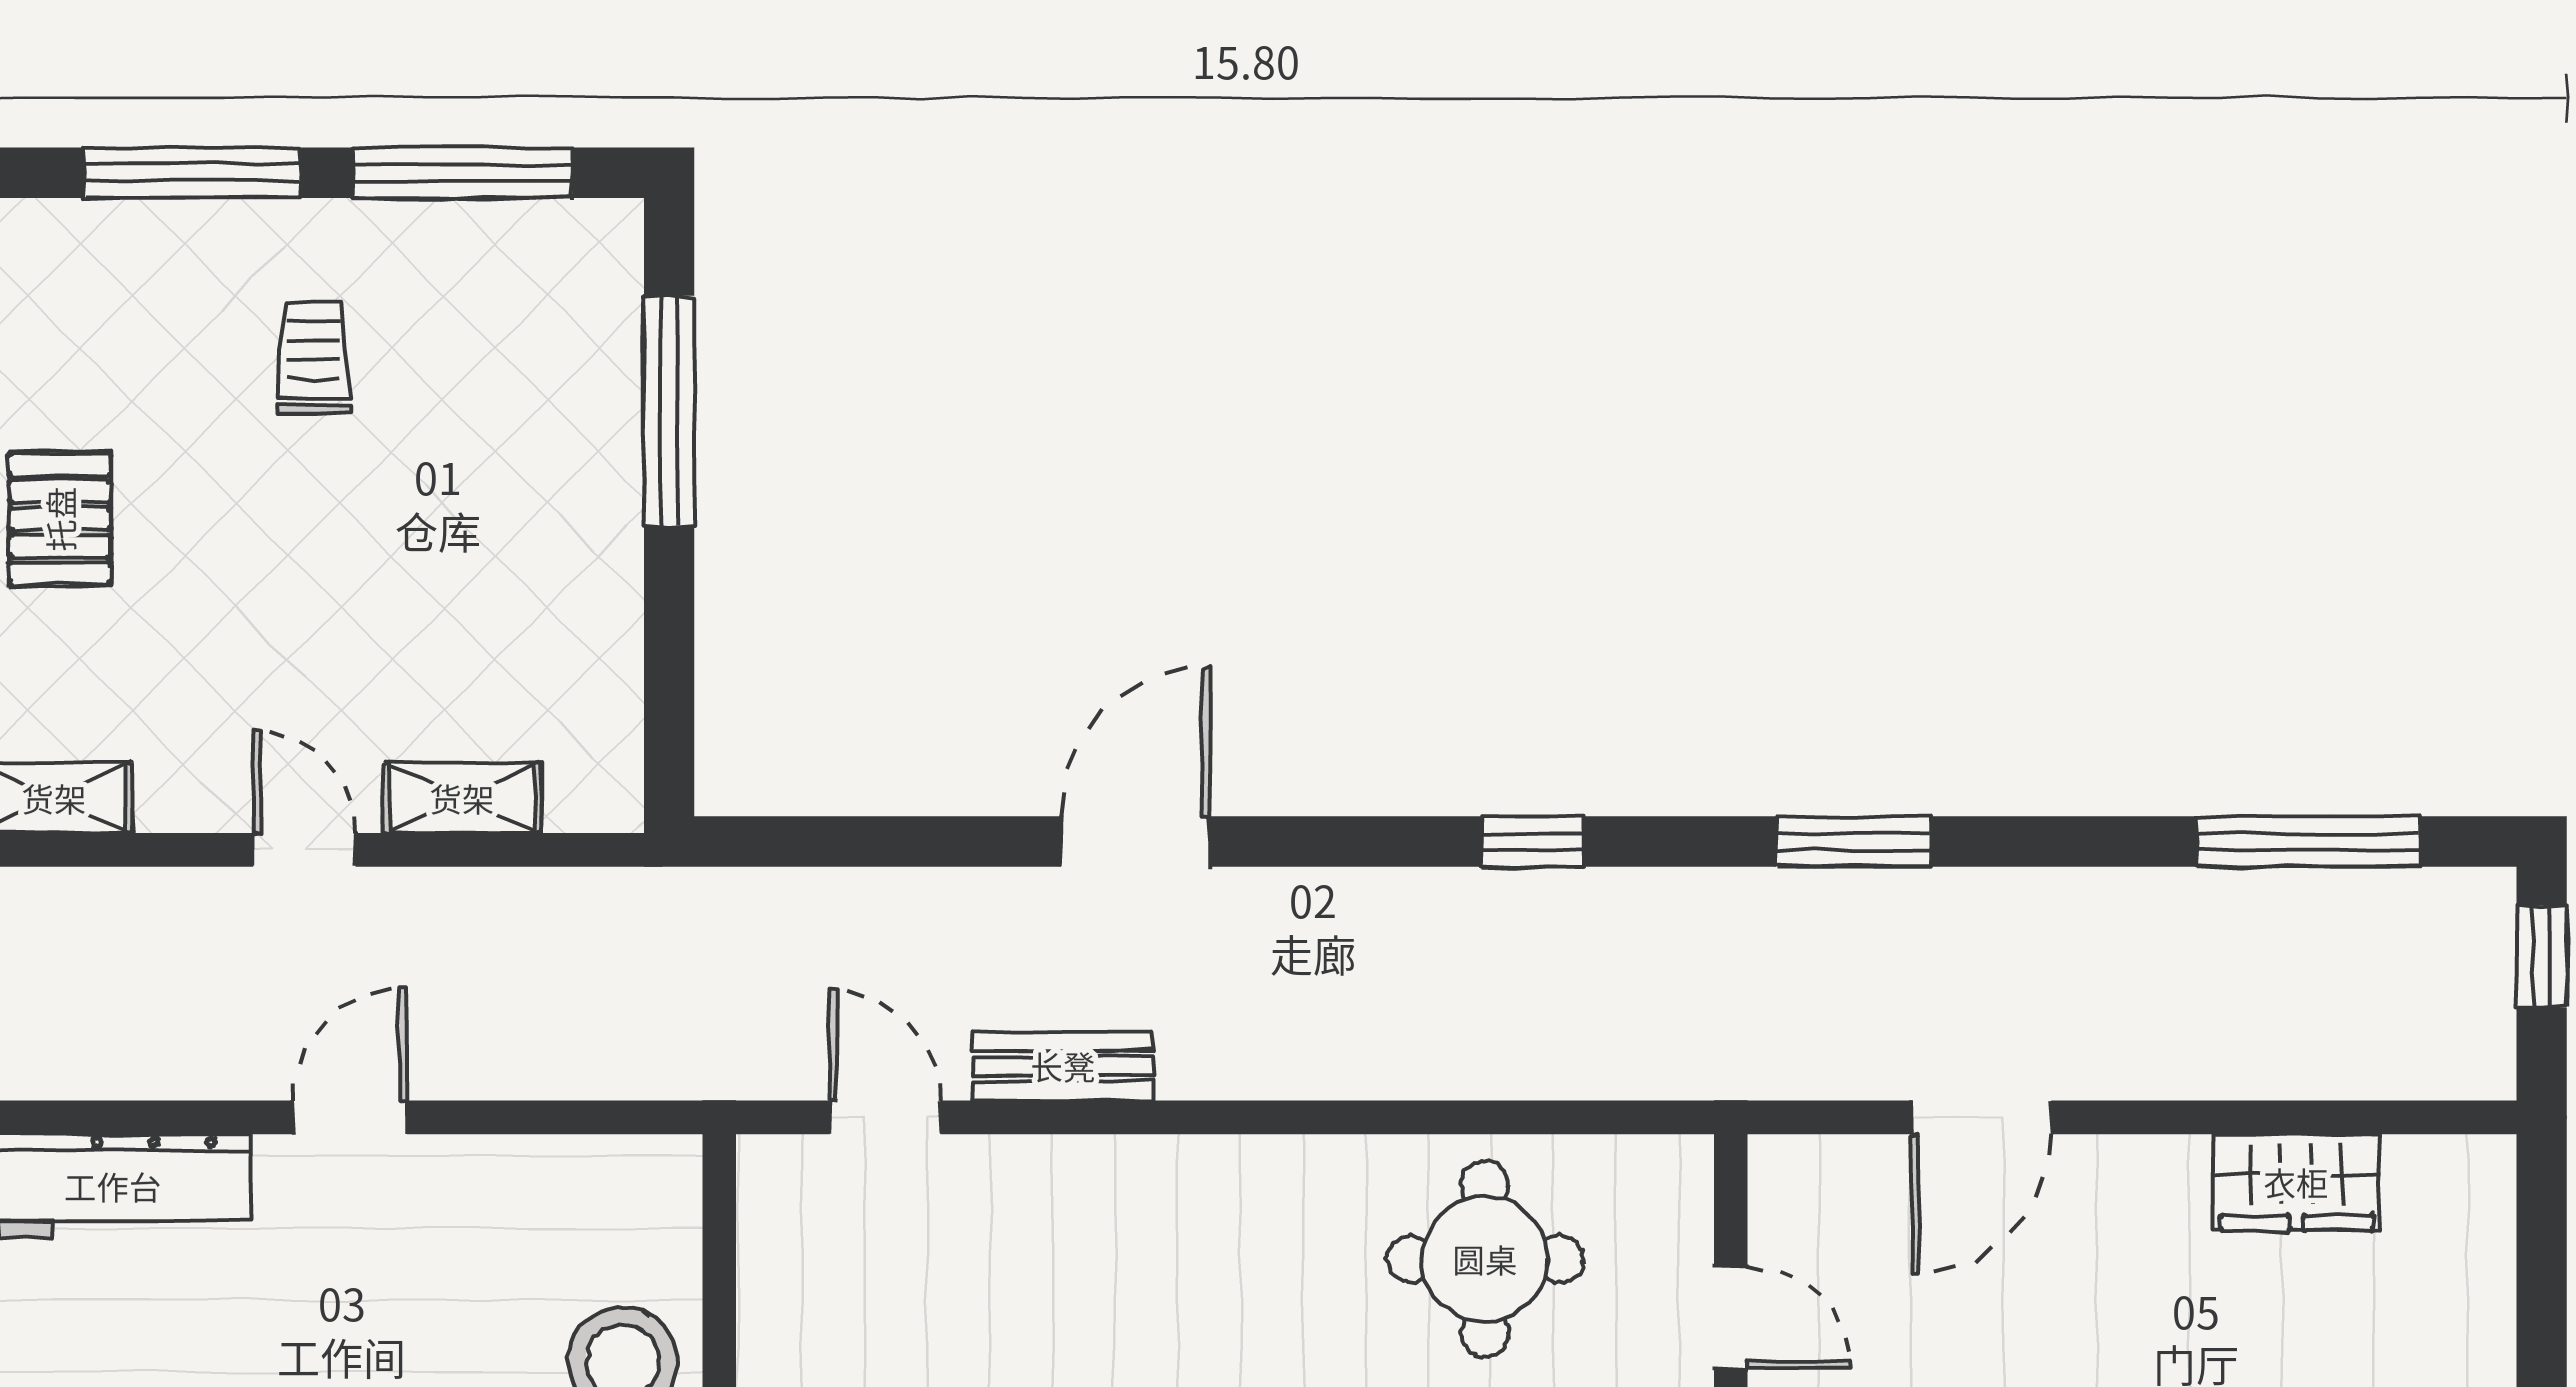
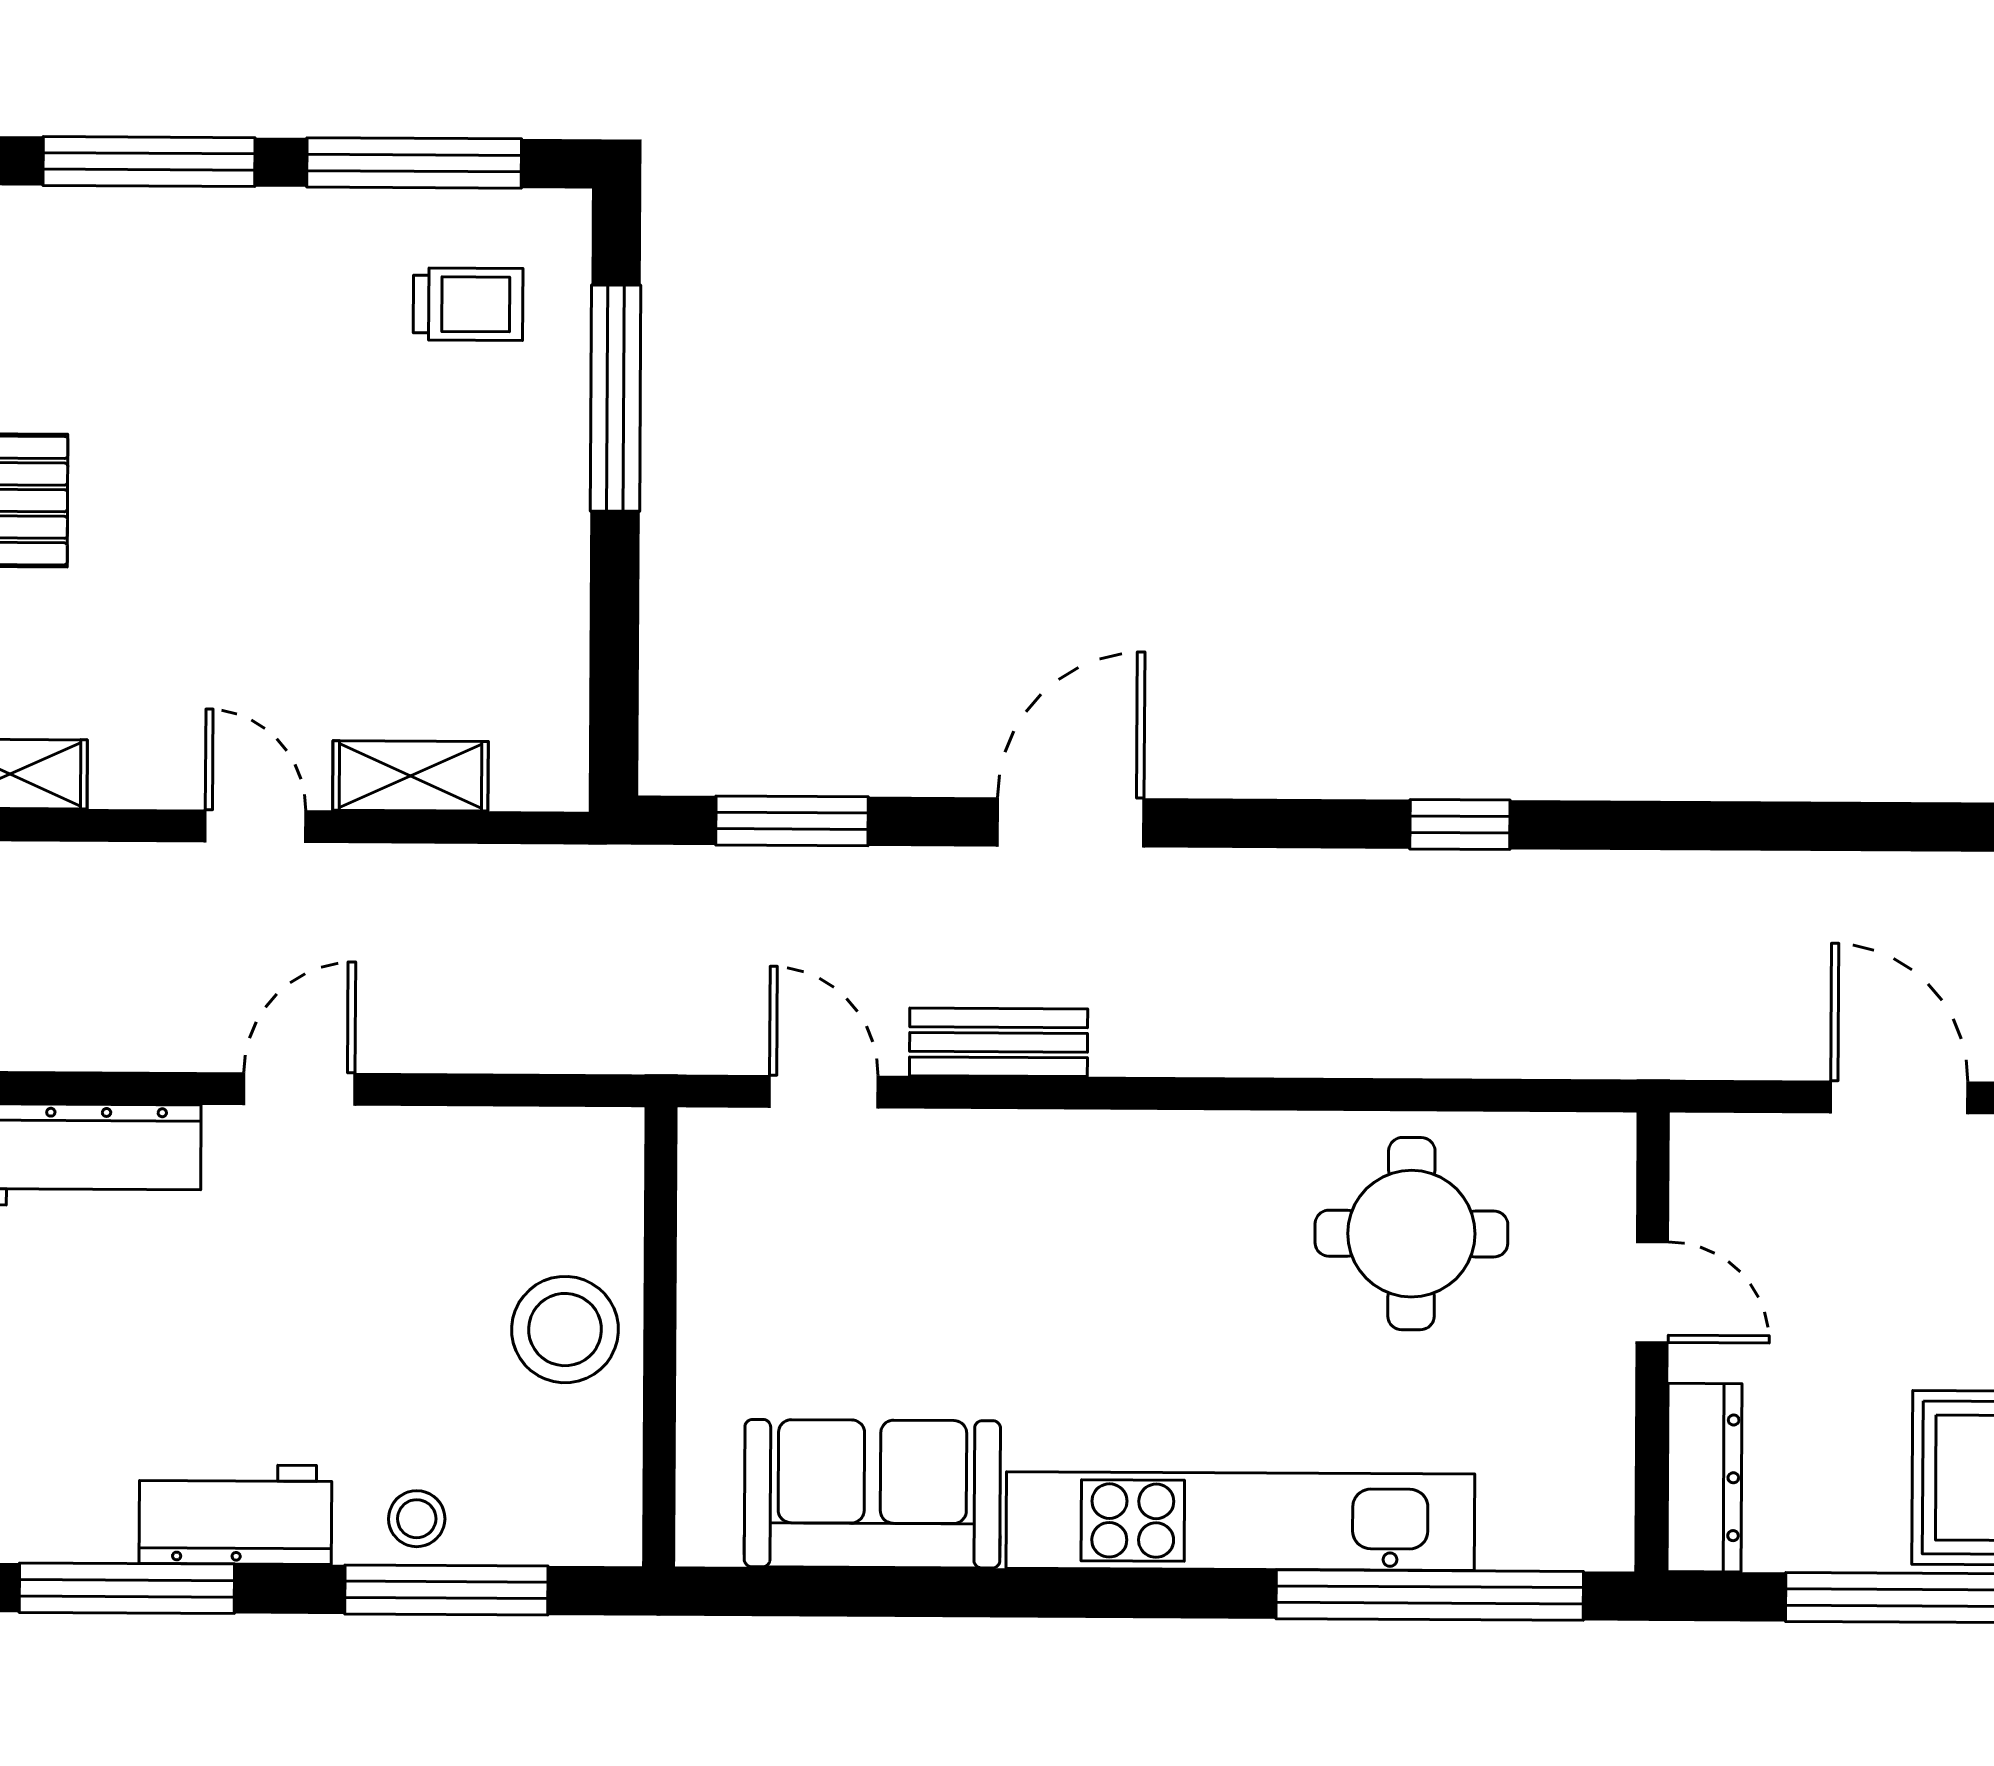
trolley: (314, 358) -> (468, 304), moved, turned 90
window: (1854, 841) -> (792, 821), moved
door: (1981, 1117) -> (1899, 1097), swing flipped

